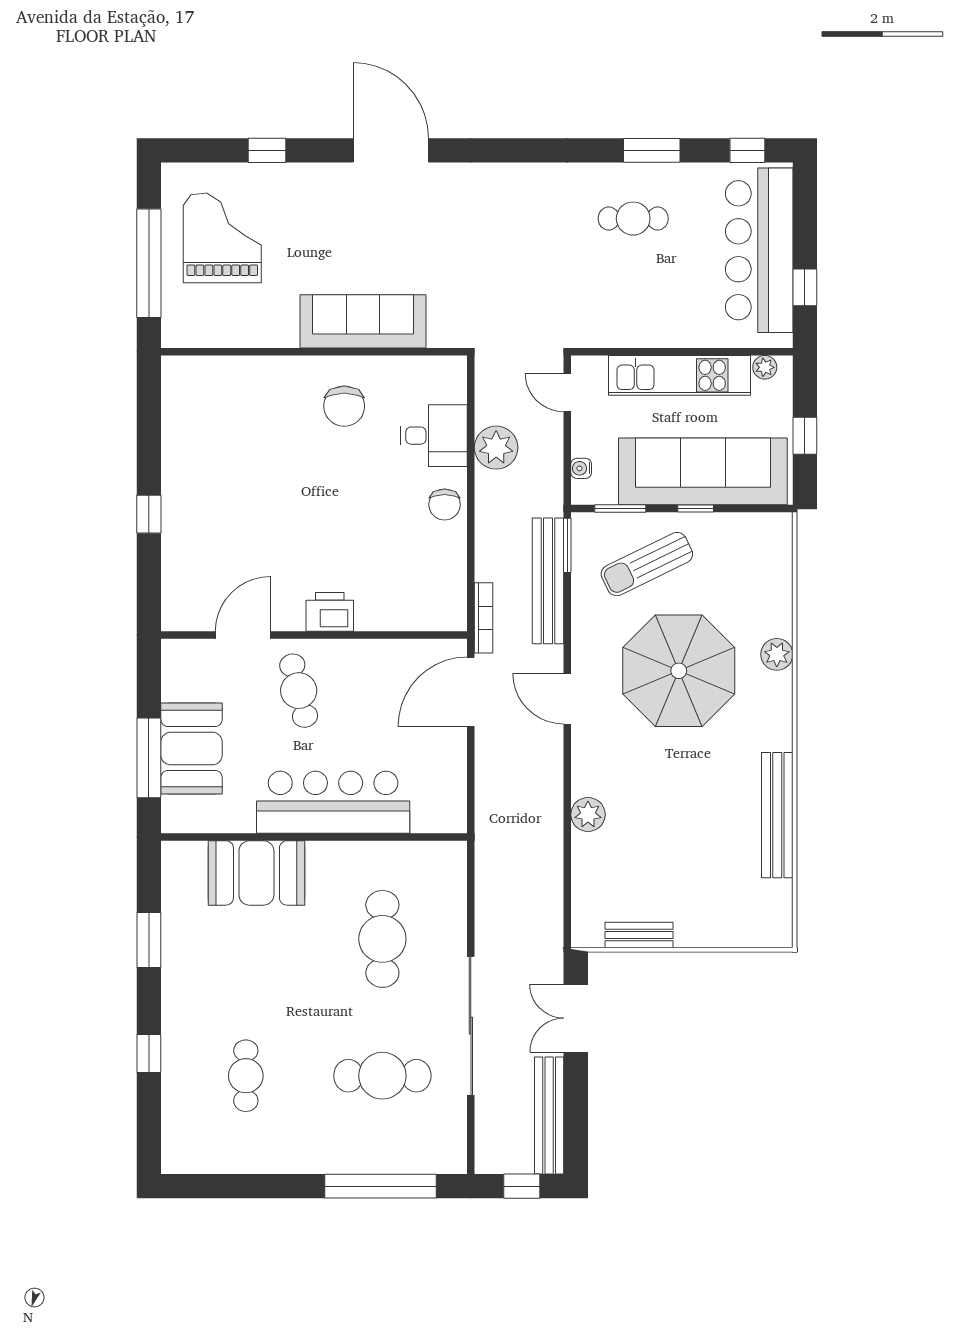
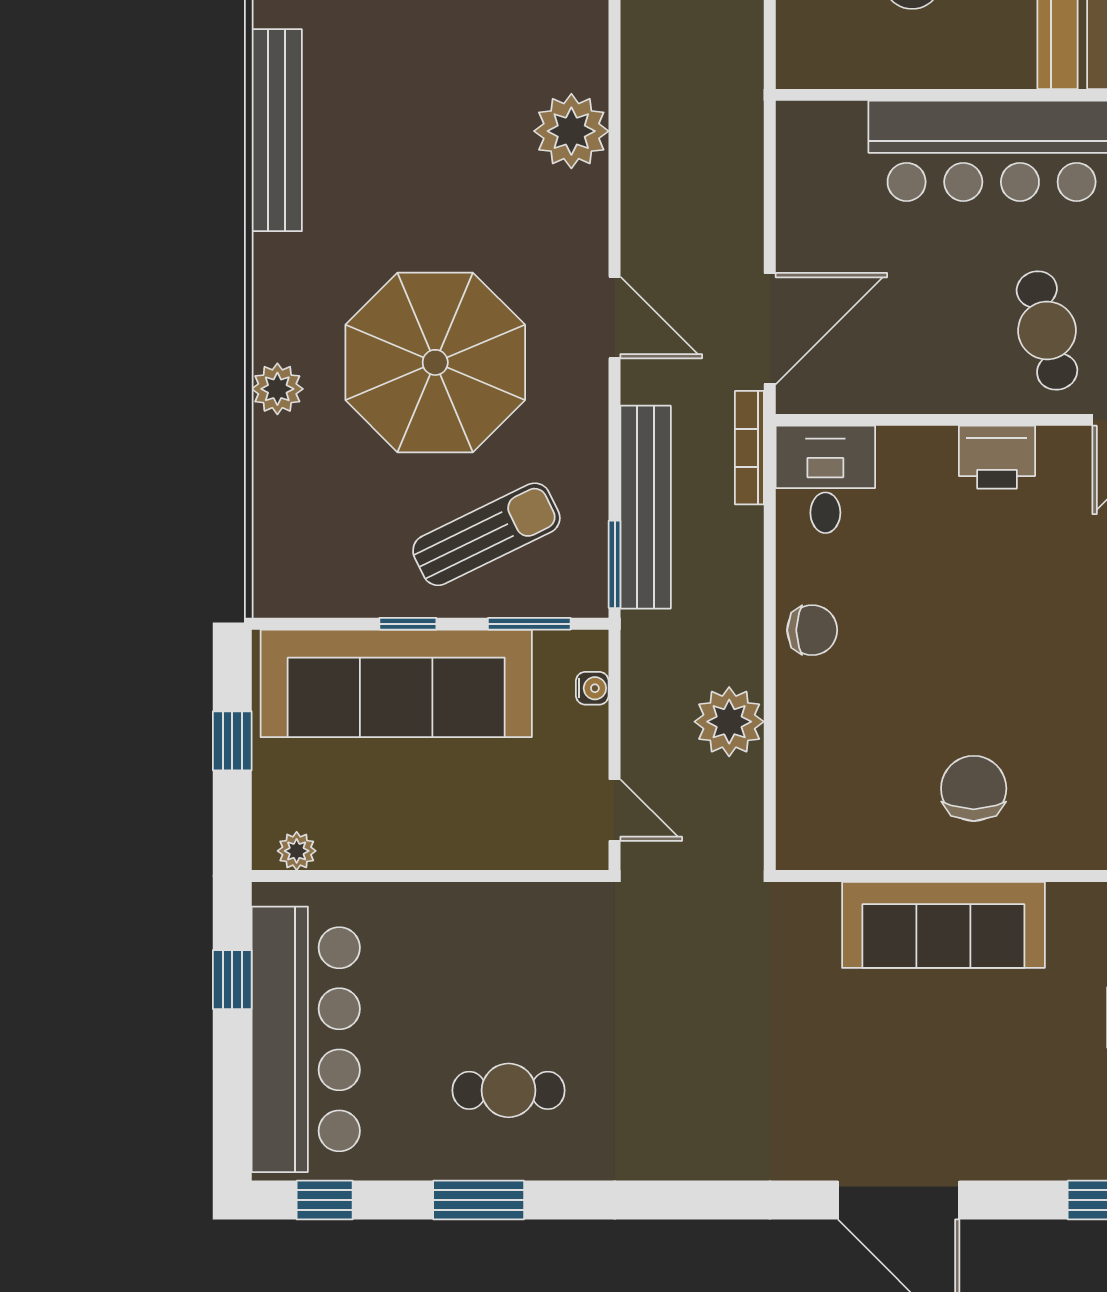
kitchen unit: (680, 375) -> (434, 838), removed
desk: (434, 436) -> (825, 479), moved, turned 90
chair: (445, 505) -> (812, 630), turned 90
plant: (588, 815) -> (571, 131), width x1.36, depth x1.36

